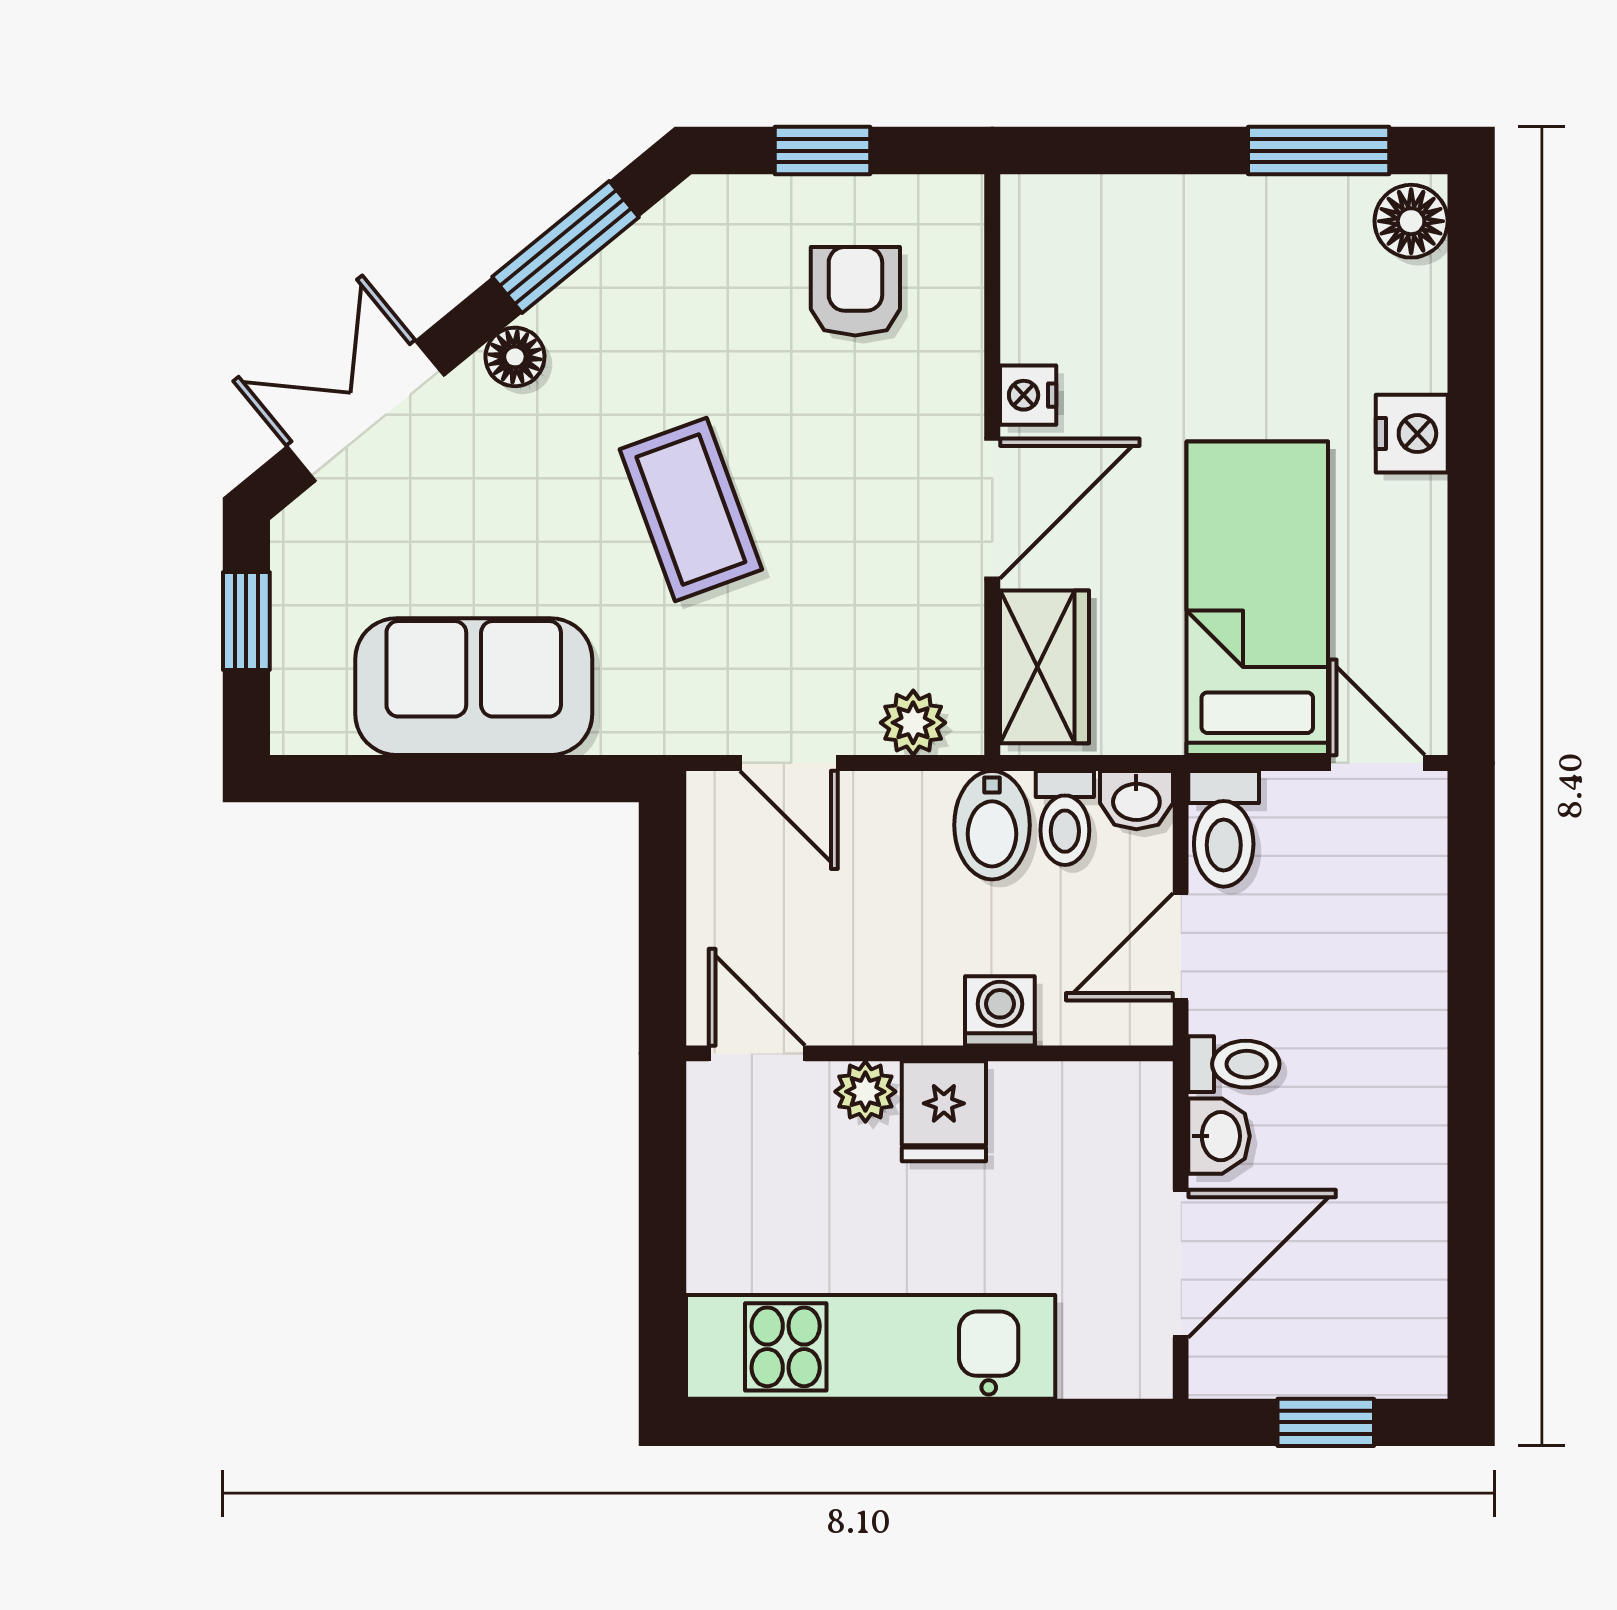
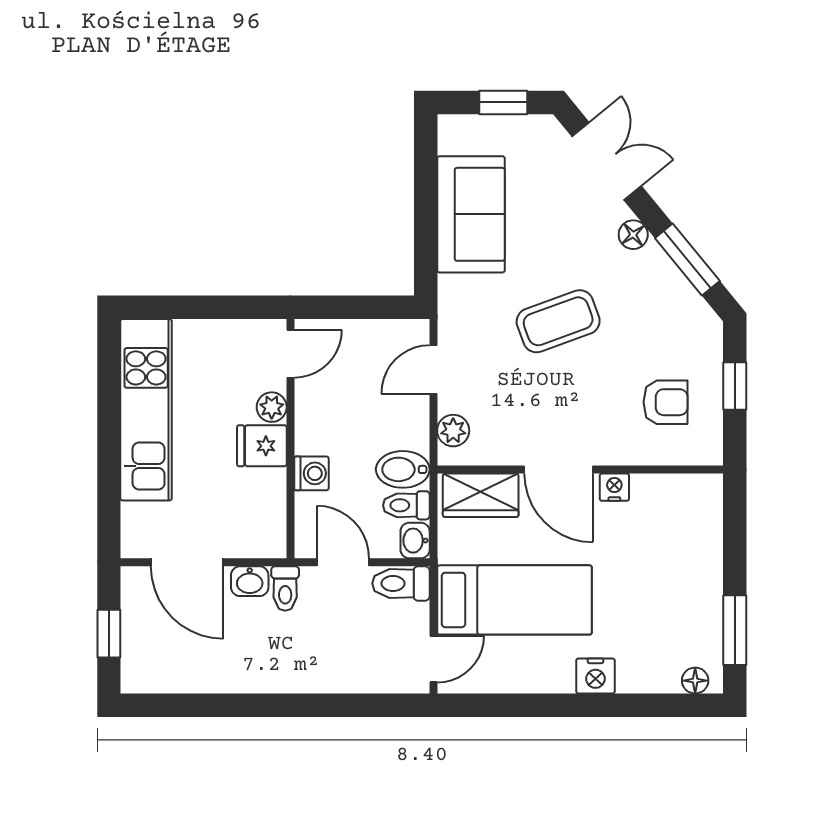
floor lamp: (1411, 221) -> (695, 681), width x0.73, depth x0.73

